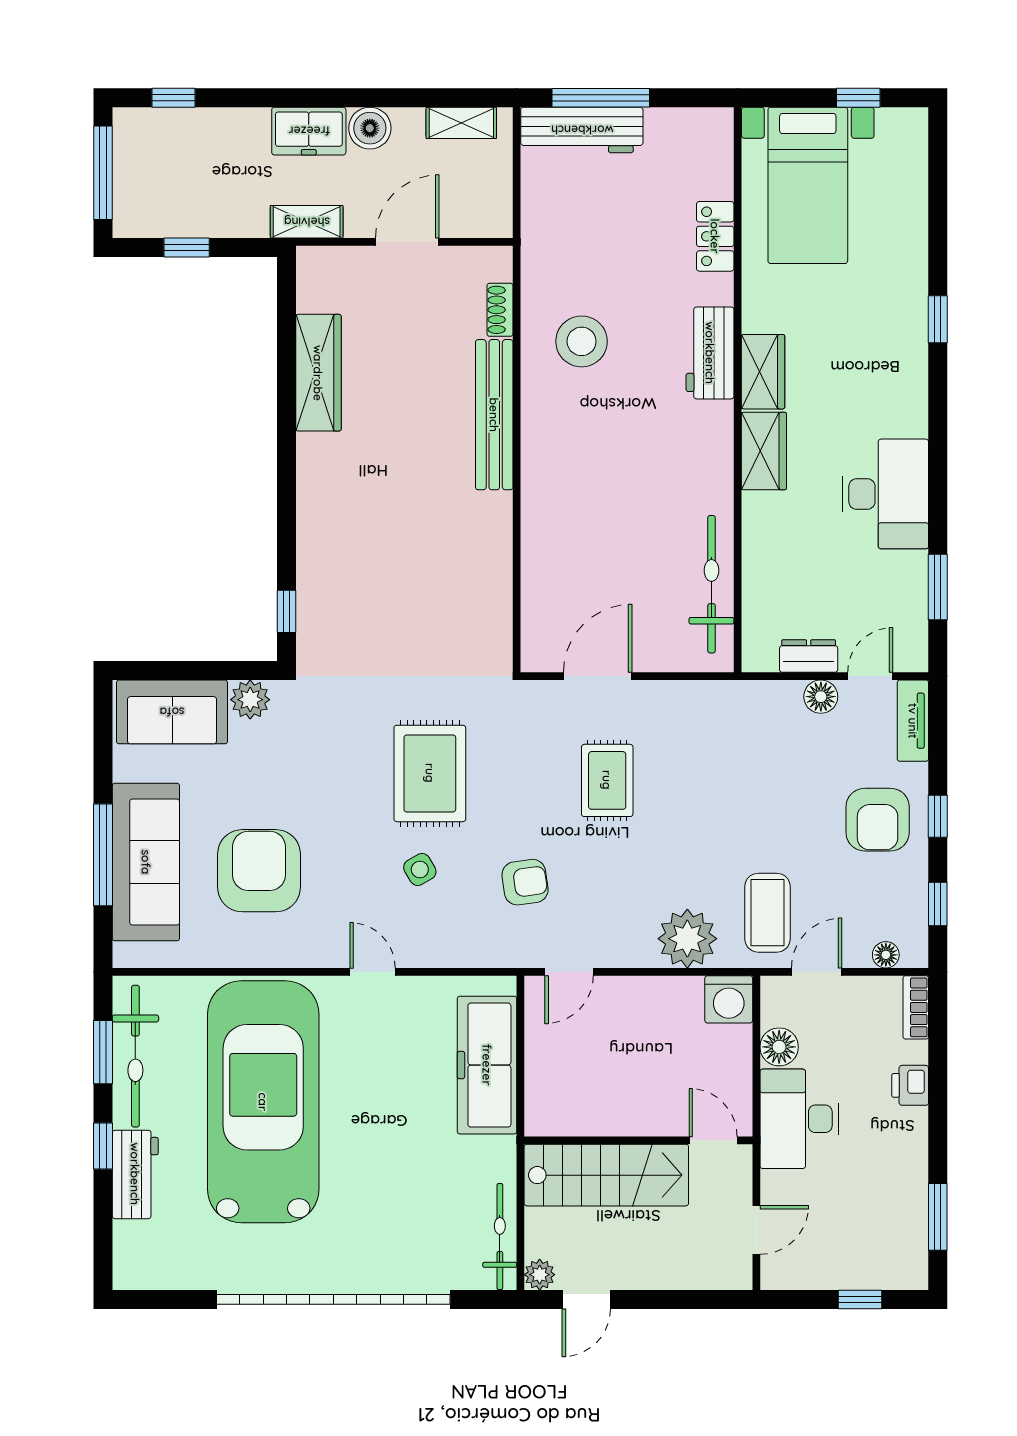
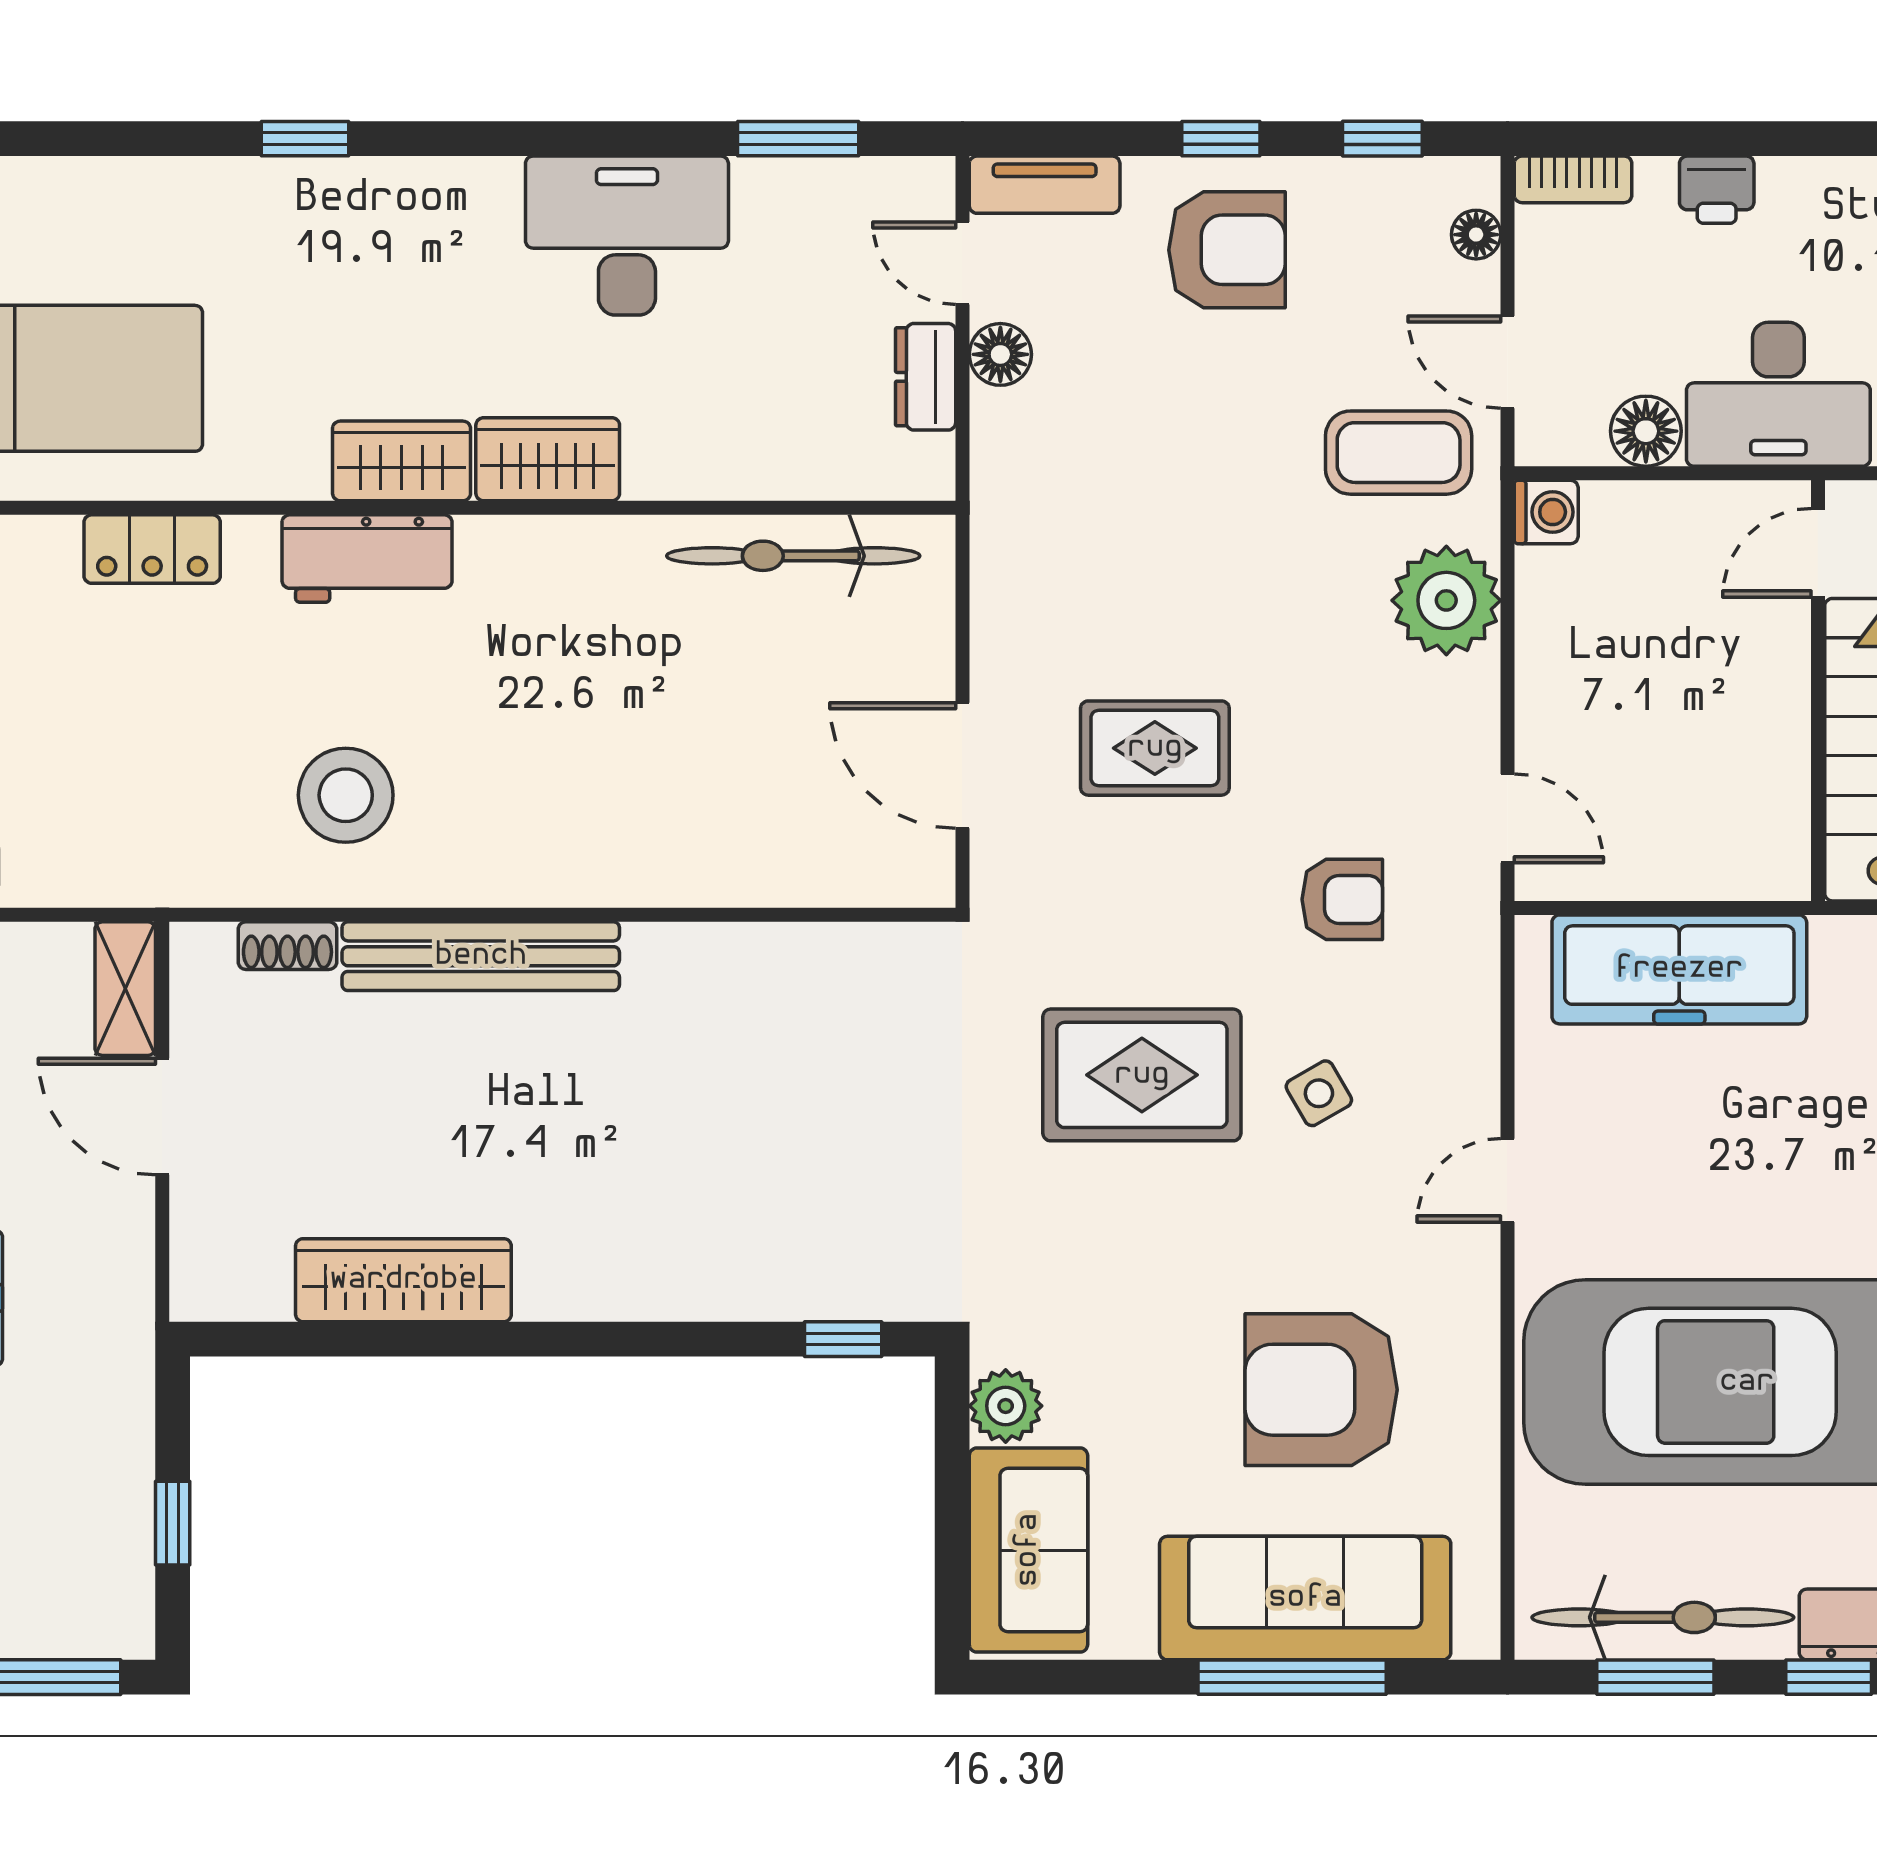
shelving: (307, 222) -> (125, 989), moved
armchair: (525, 882) -> (1342, 899), turned 98
washing machine: (729, 999) -> (1546, 512), width x0.73, depth x0.73

